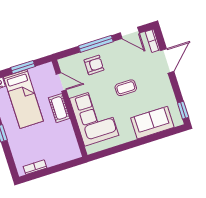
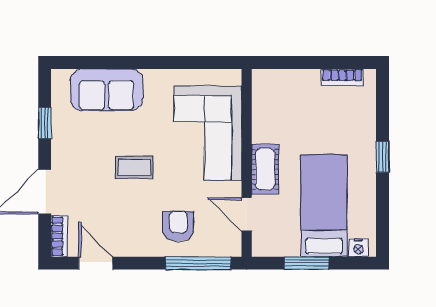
window: (96, 44) -> (198, 263), moved
armchair: (94, 65) -> (178, 226), turned 90
window: (183, 110) -> (45, 123), moved

